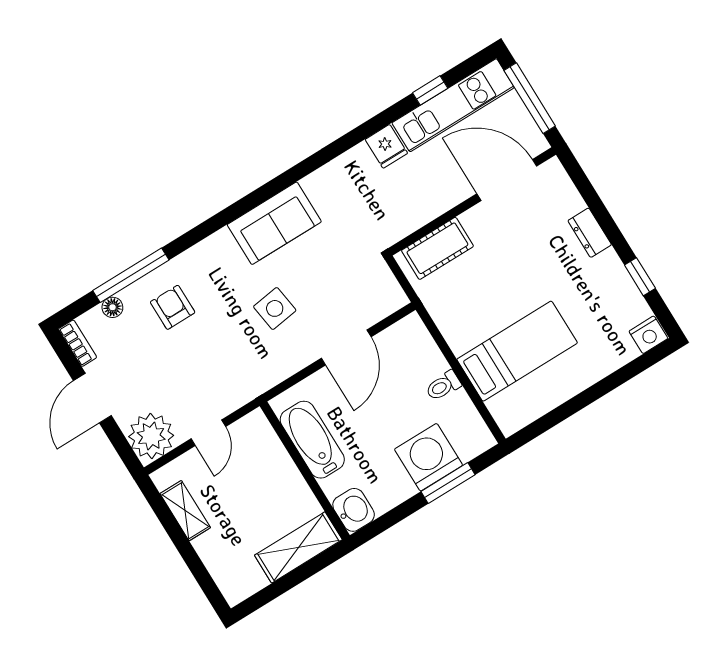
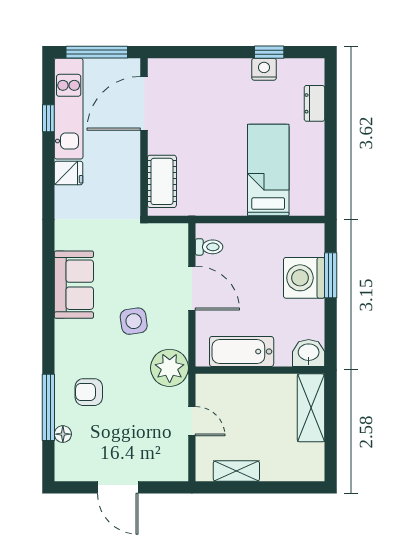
dresser: (590, 233) -> (314, 103), moved, turned 90
nightstand: (648, 335) -> (264, 69), moved, turned -90
bookcase: (78, 343) -> (73, 474), removed
toilet: (443, 386) -> (209, 247), moved, turned -90
plant: (151, 436) -> (170, 368), moved

